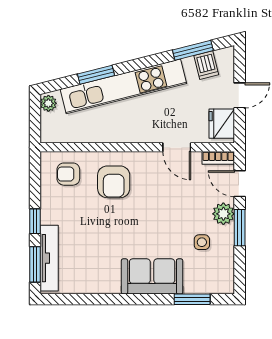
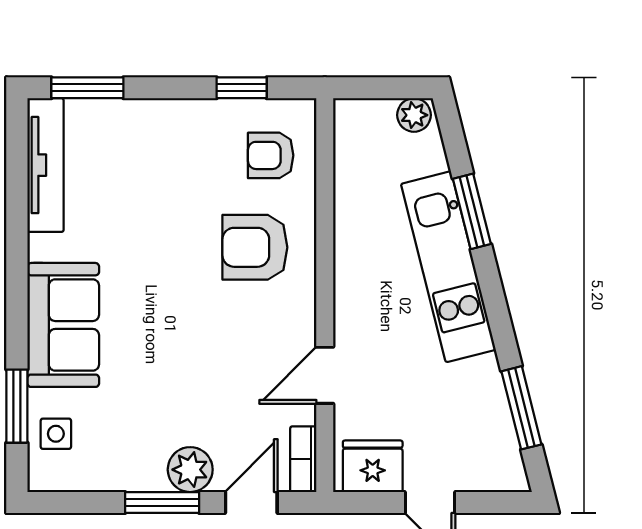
dishwasher: (206, 65) -> (491, 435), removed
kitchen unit: (123, 86) -> (448, 267), width x0.73
armchair: (68, 174) -> (271, 155), turned -90
window: (35, 221) -> (242, 88), moved
side table: (202, 242) -> (56, 434), moved
tv unit: (49, 258) -> (45, 165), moved, turned -90

